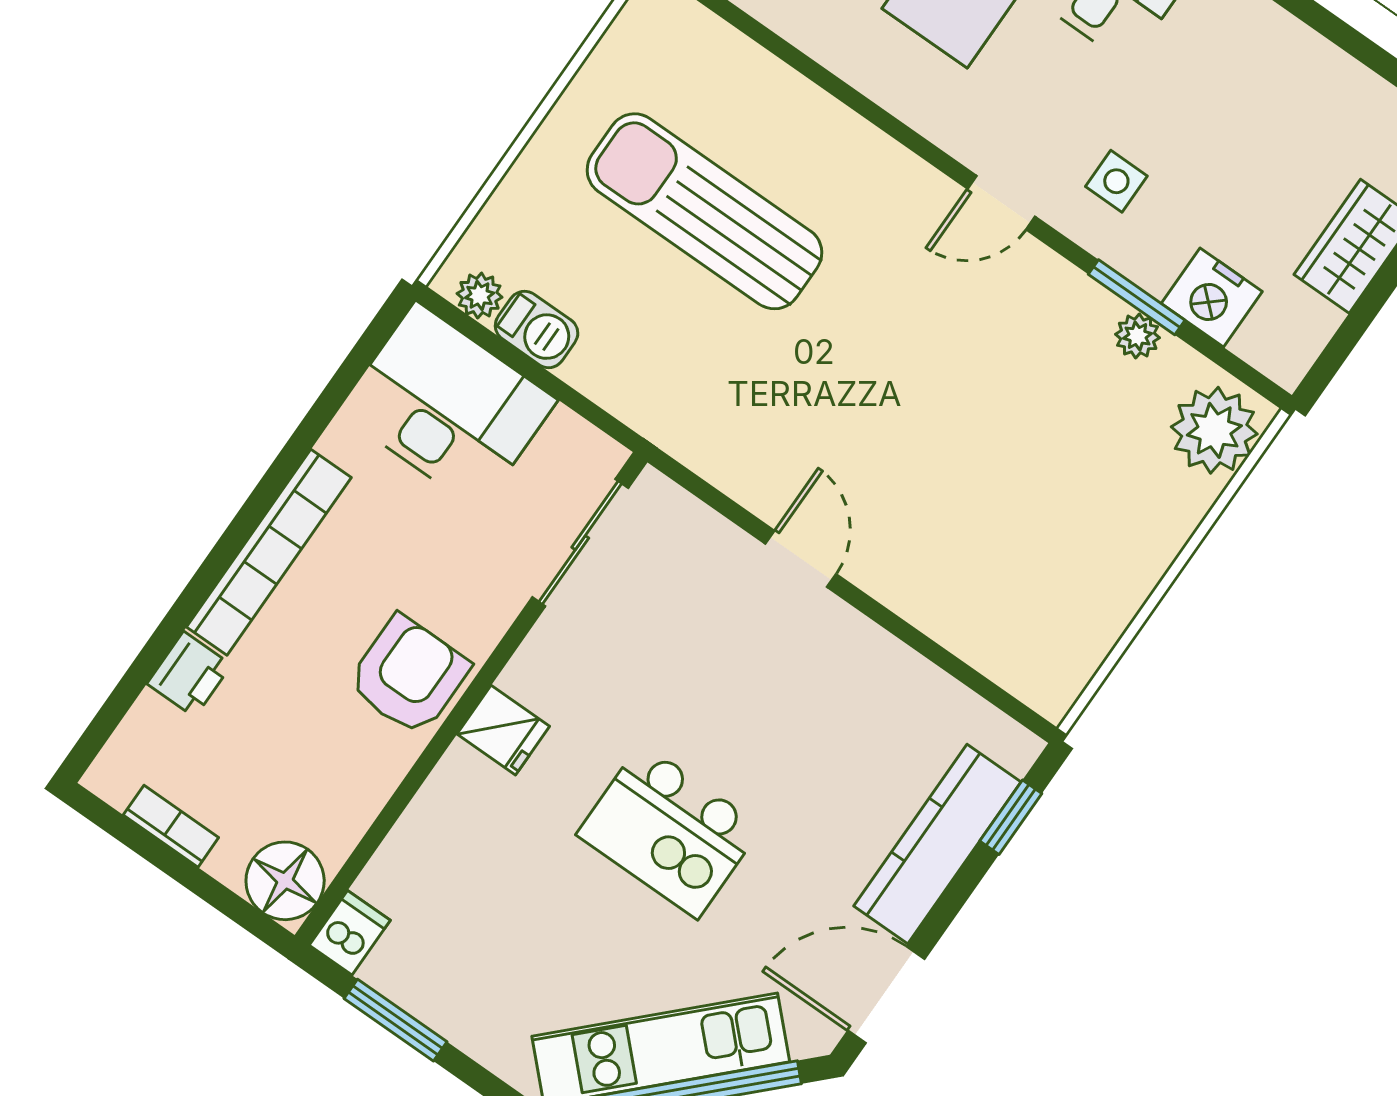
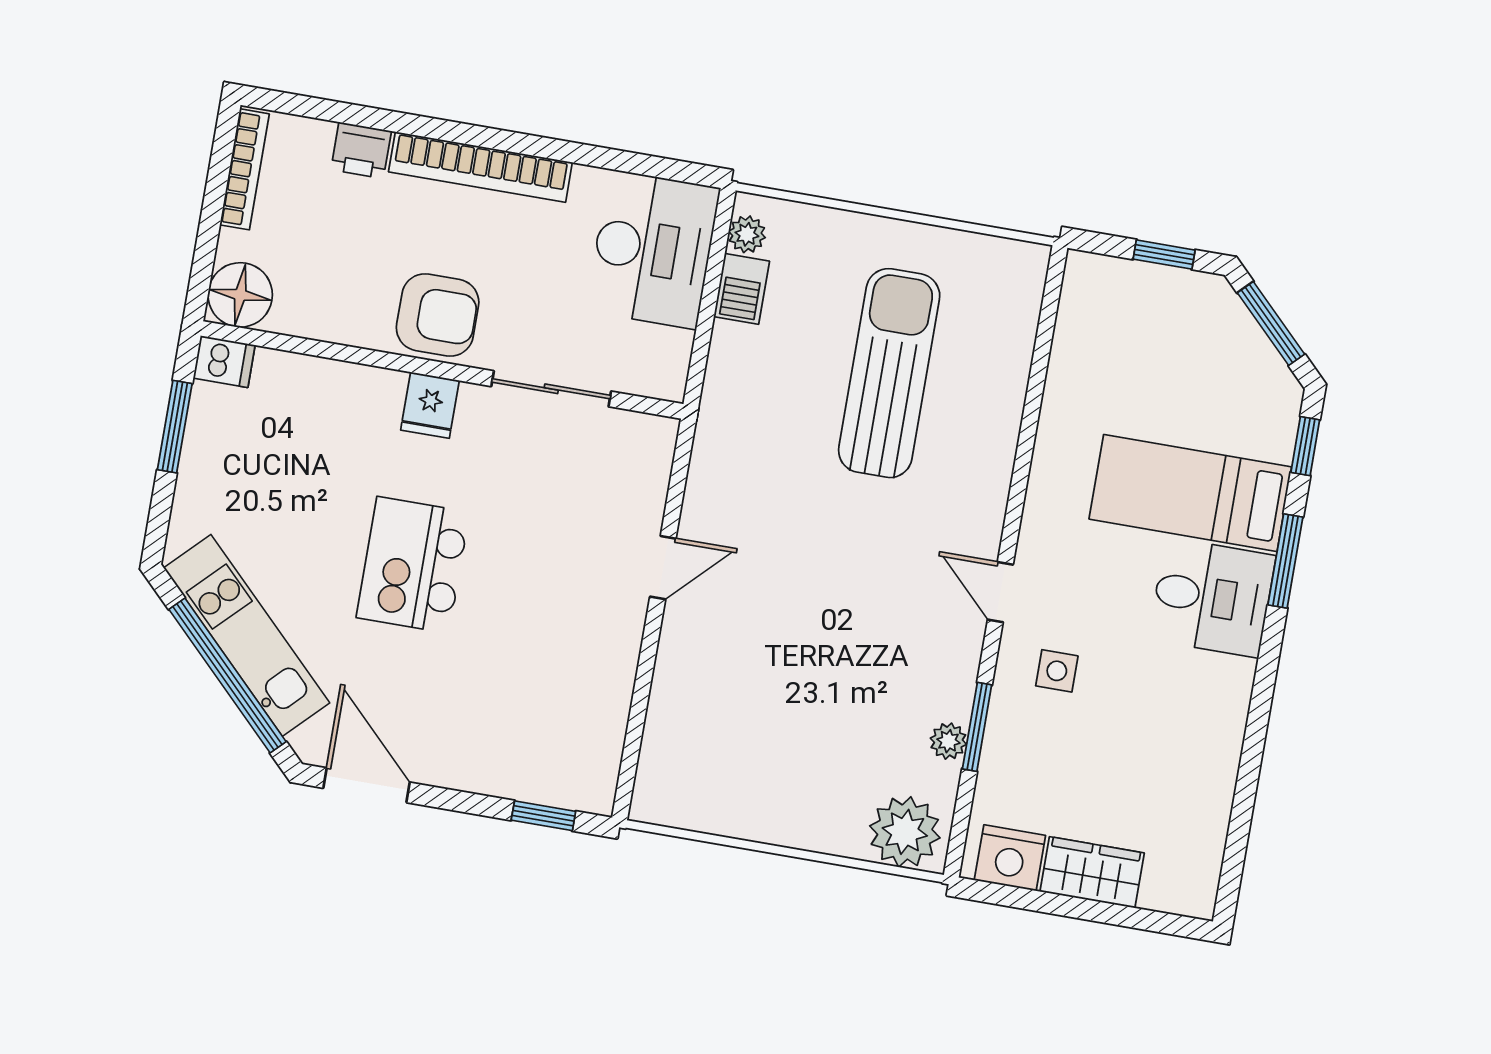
nightstand: (1212, 298) -> (1010, 858), moved, turned -90
sliding door: (580, 543) -> (551, 389), moved
bookcase: (171, 826) -> (244, 169), width x1.56
kitchen counter: (937, 844) -> (498, 770), removed

